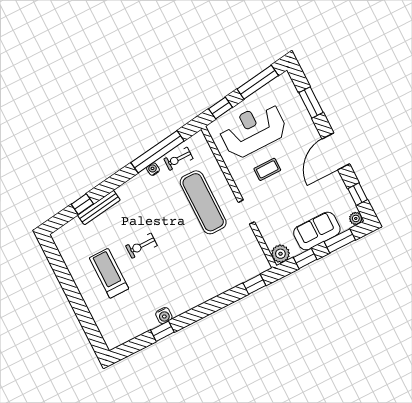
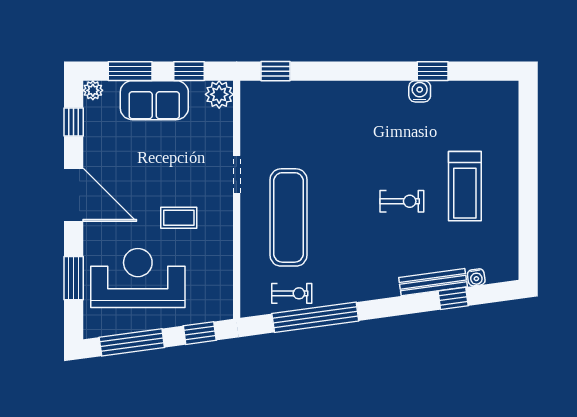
reception desk: (253, 130) -> (138, 278), moved, turned 180
door: (336, 151) -> (74, 195), hinge flipped
water cooler: (153, 169) -> (476, 277), moved

